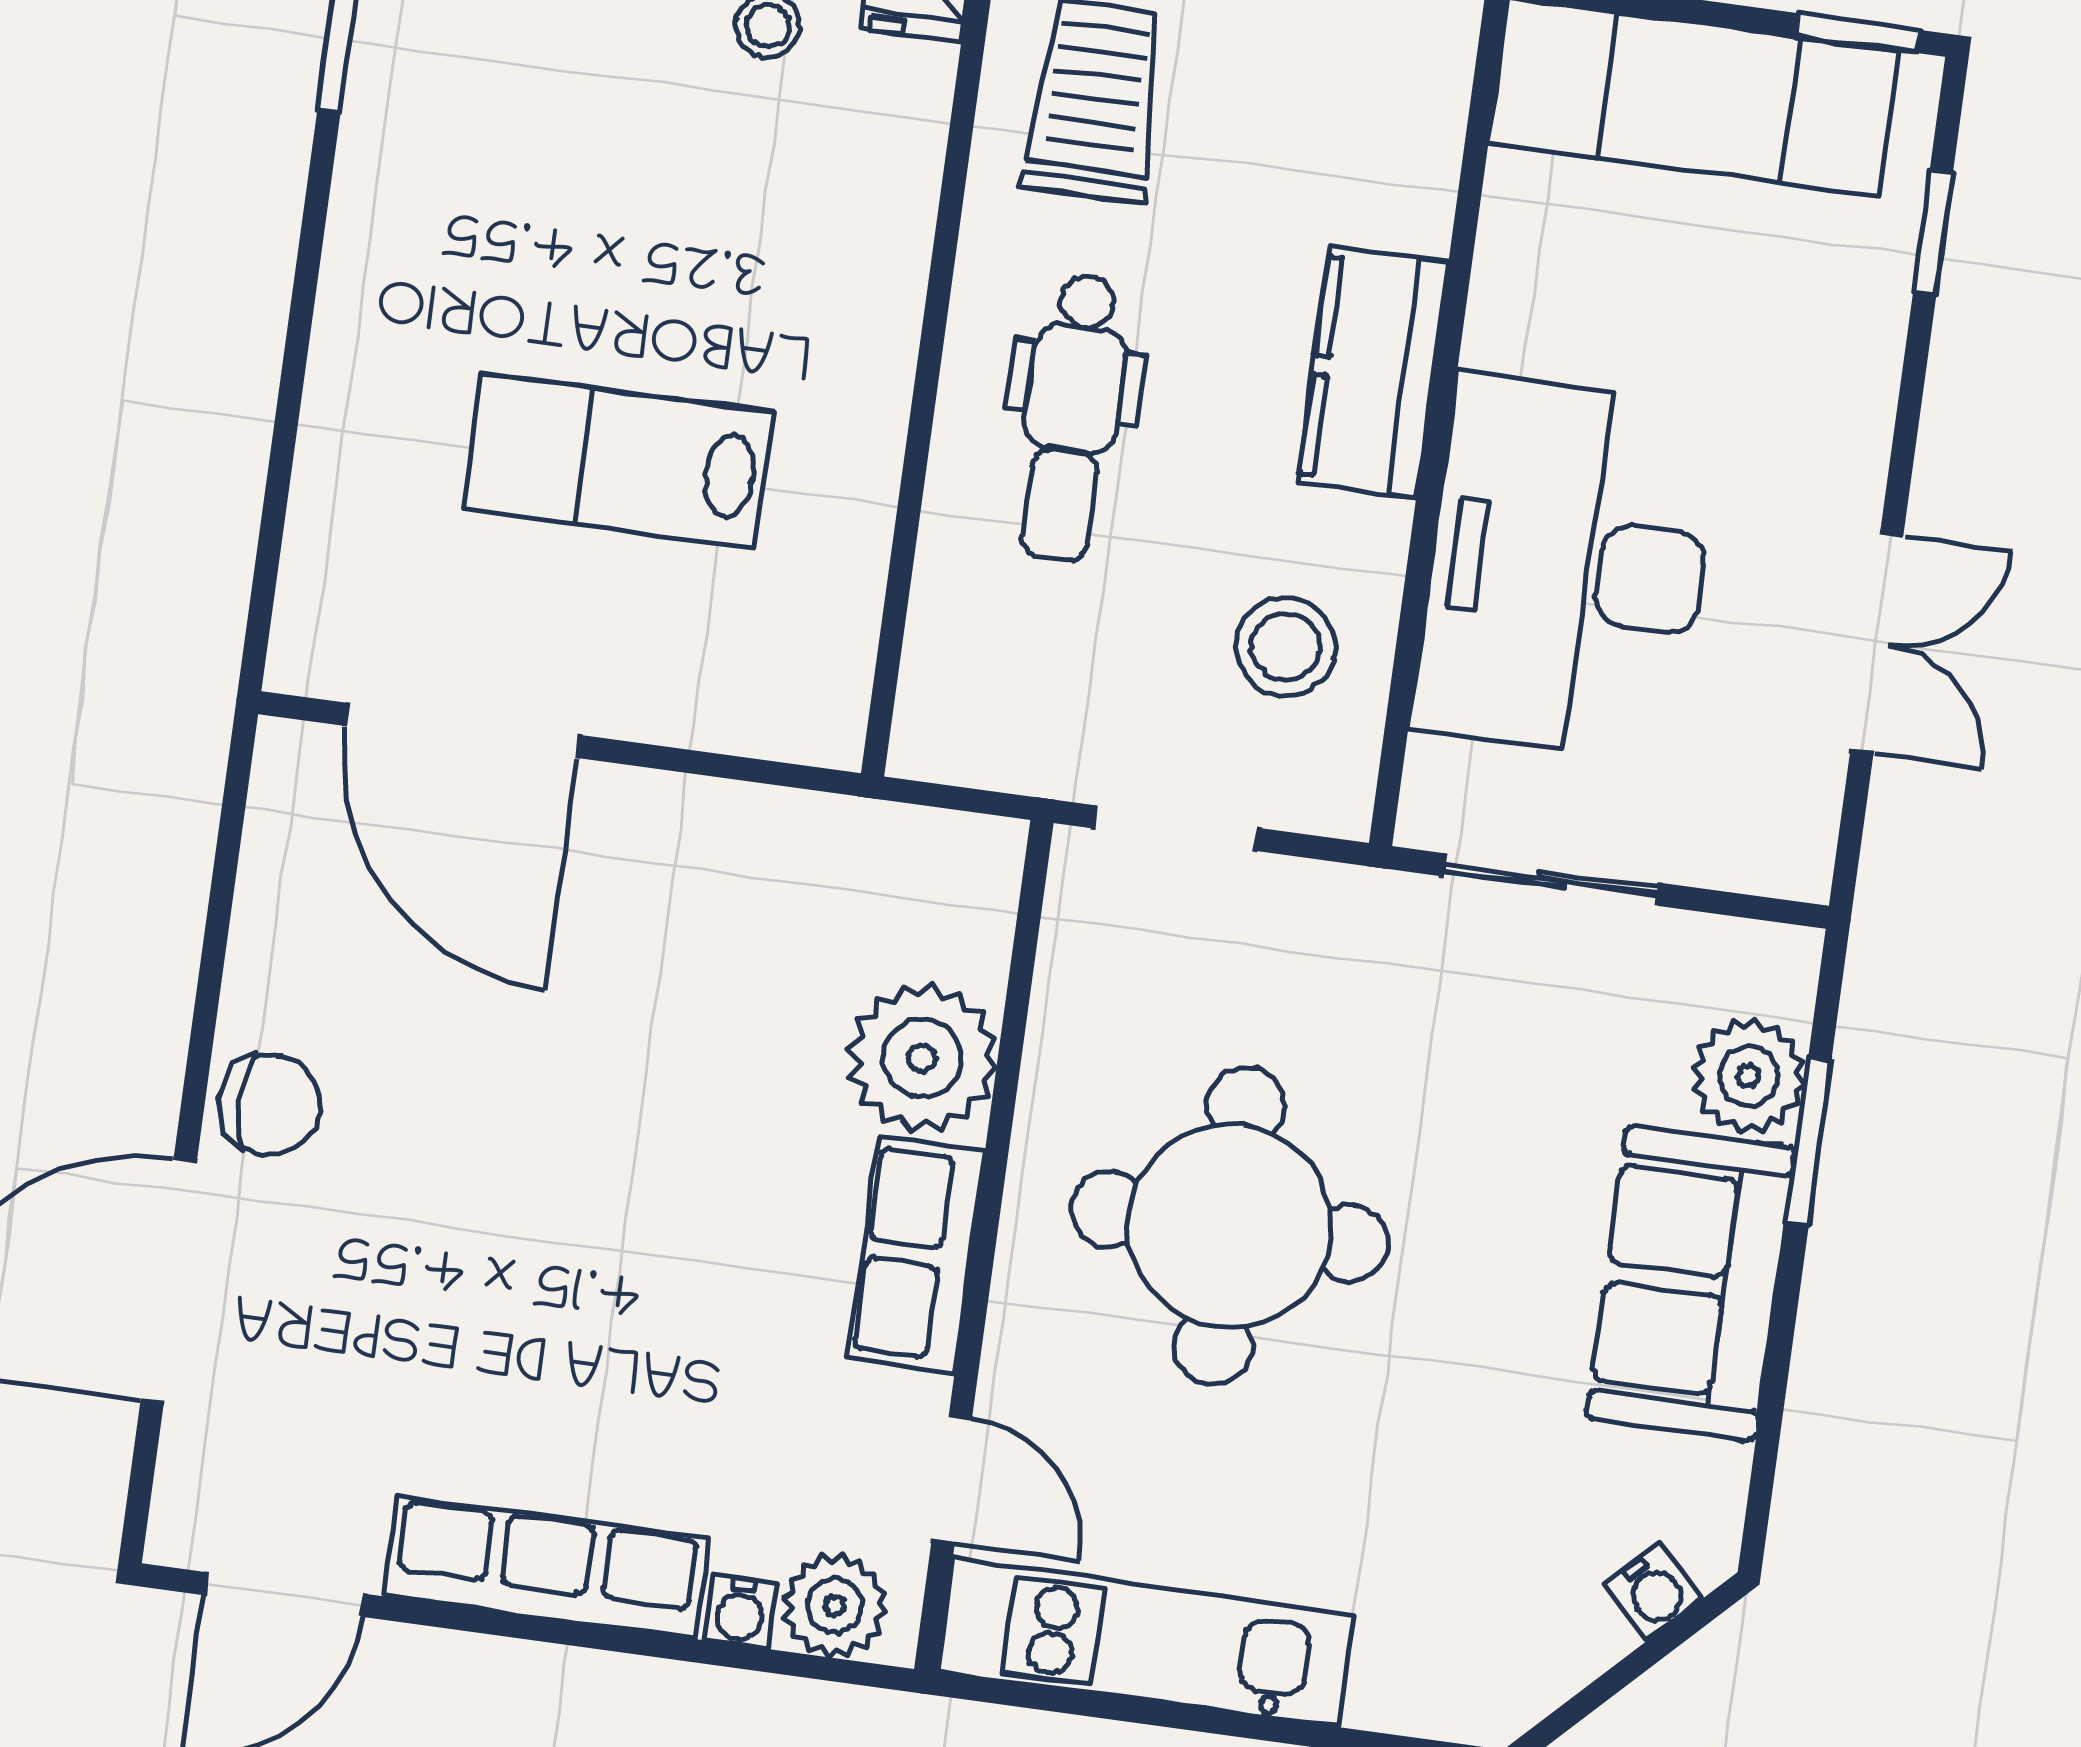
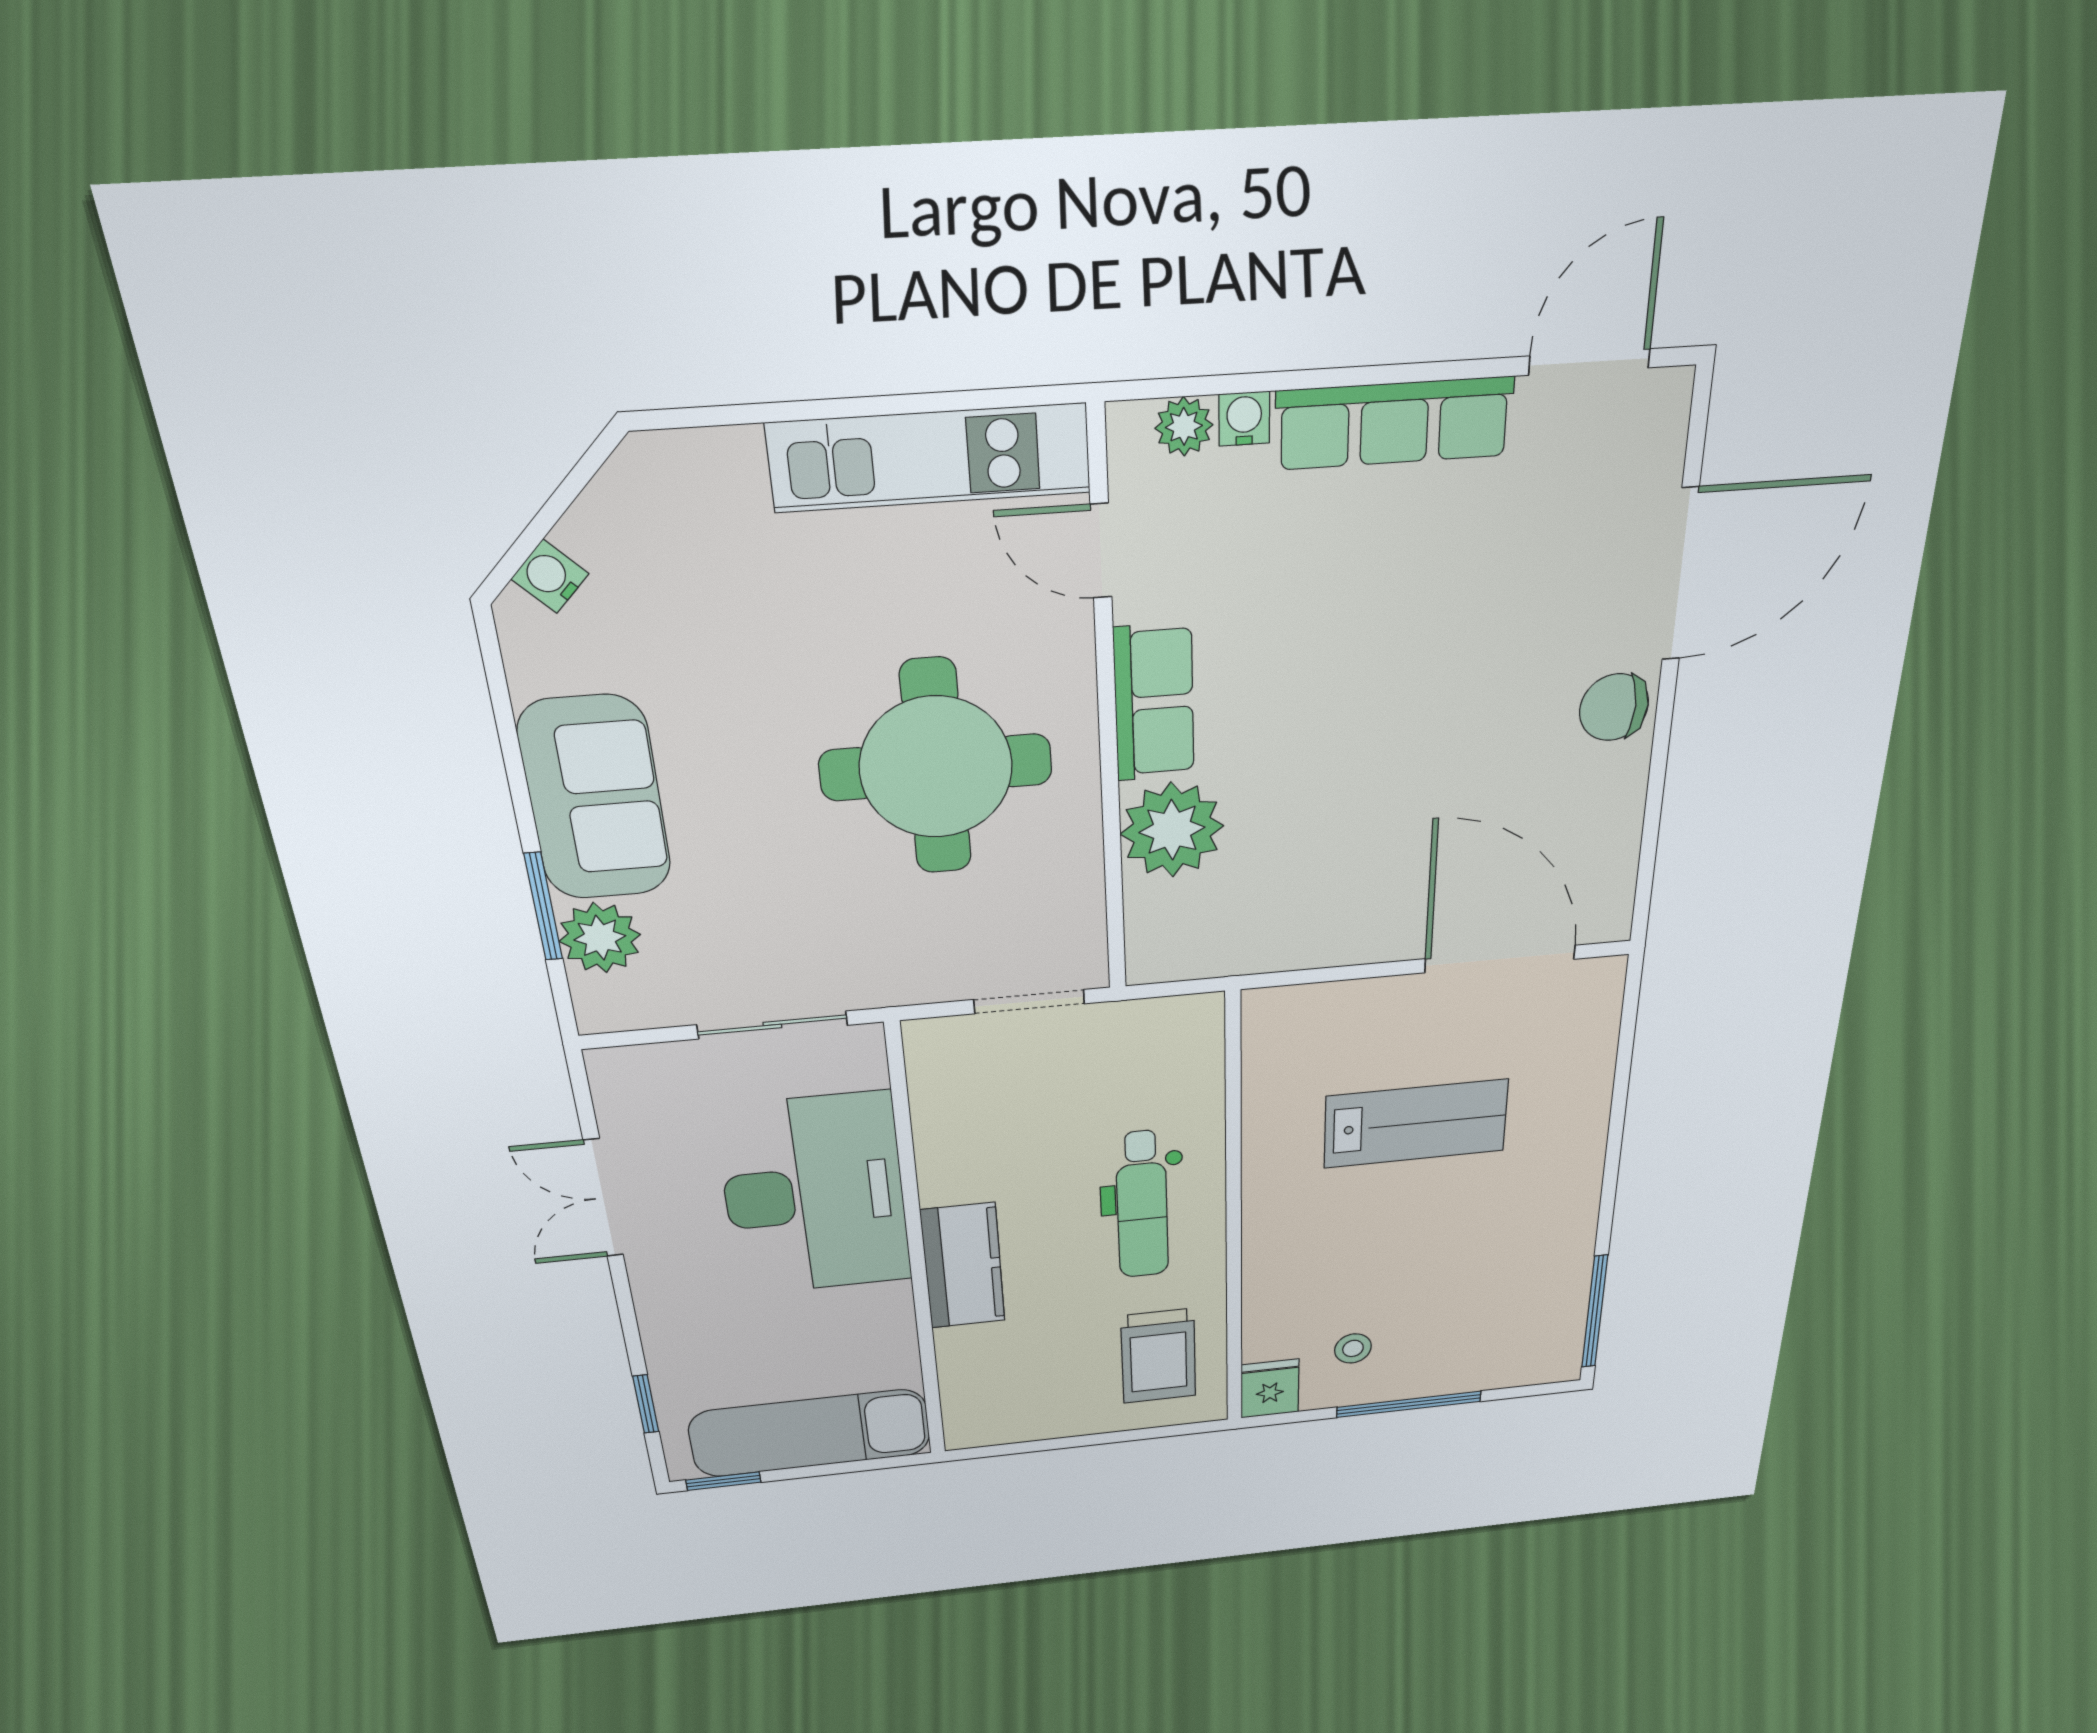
dental chair: (1071, 417) -> (1142, 1205), turned 180
stool: (1286, 647) -> (982, 1116), removed
plant: (835, 1606) -> (1184, 426), width x0.73, depth x0.73

